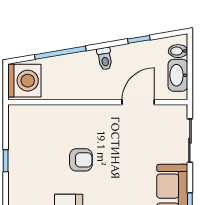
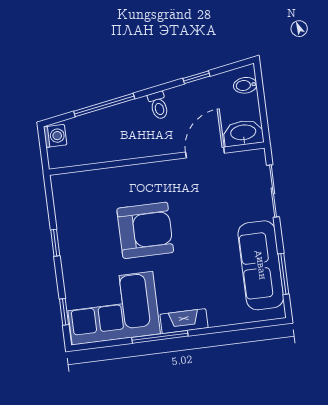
washbasin: (178, 75) -> (243, 133), moved, turned 90
washing machine: (24, 81) -> (55, 136), width x0.53, depth x0.53
armchair: (81, 160) -> (145, 230), width x1.88, depth x1.88

